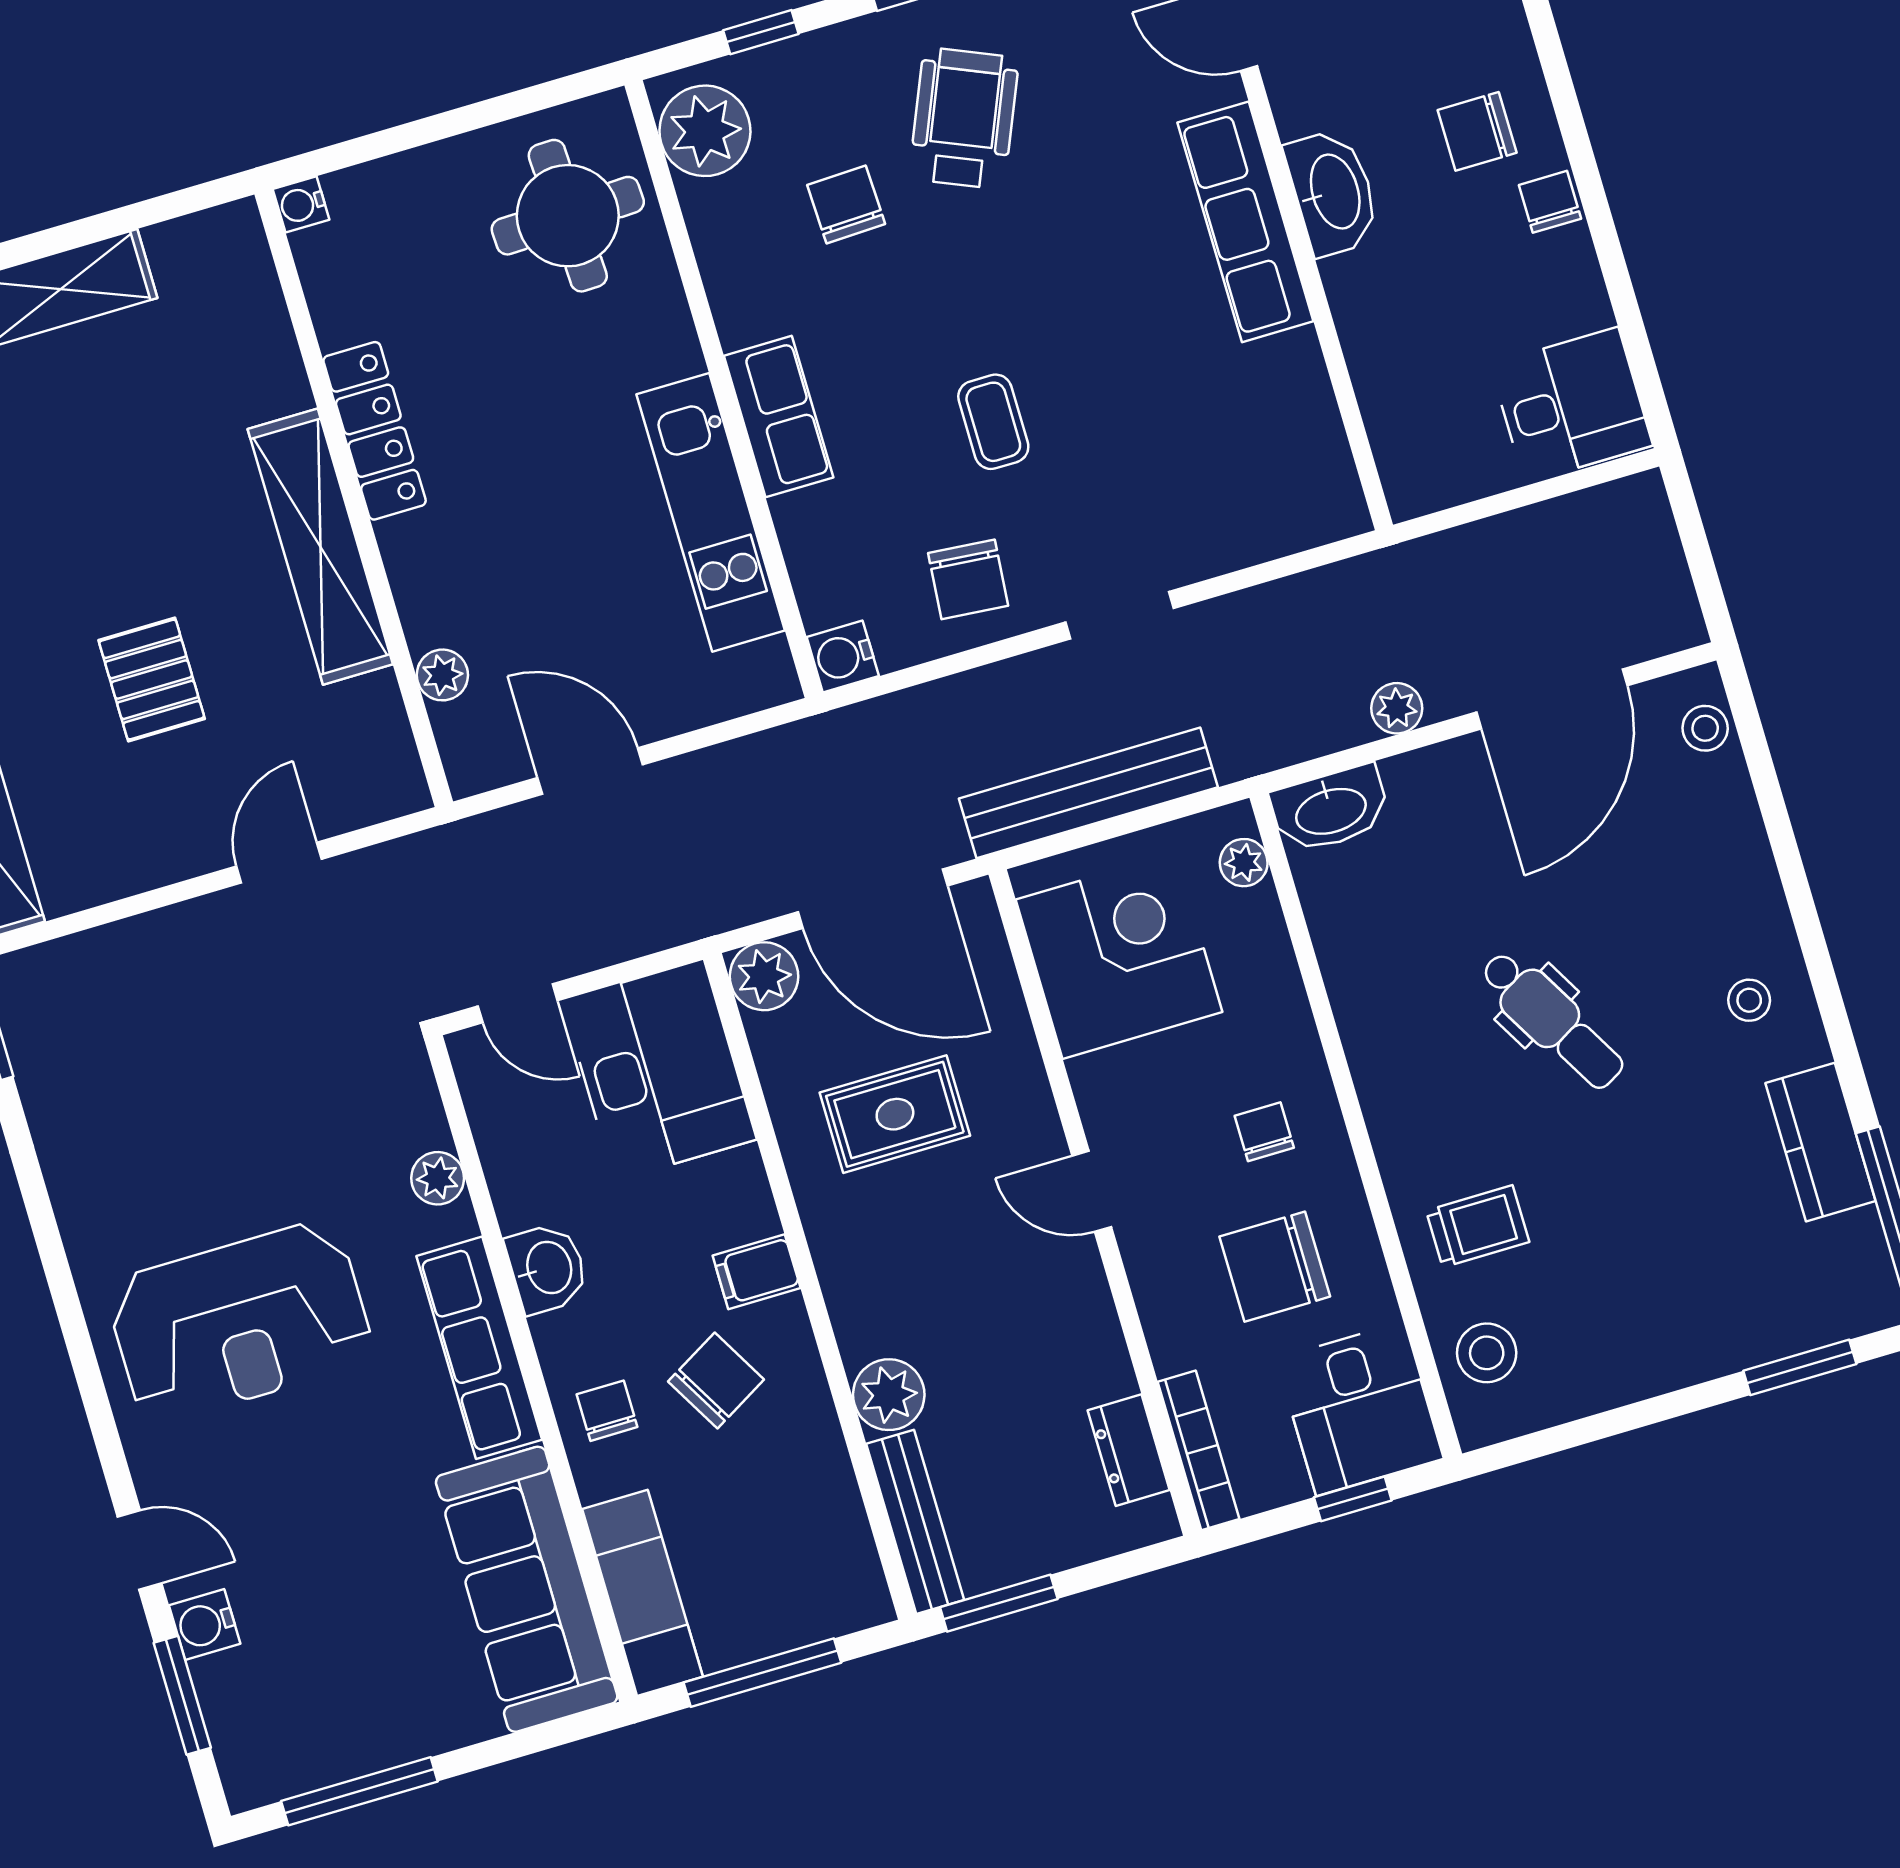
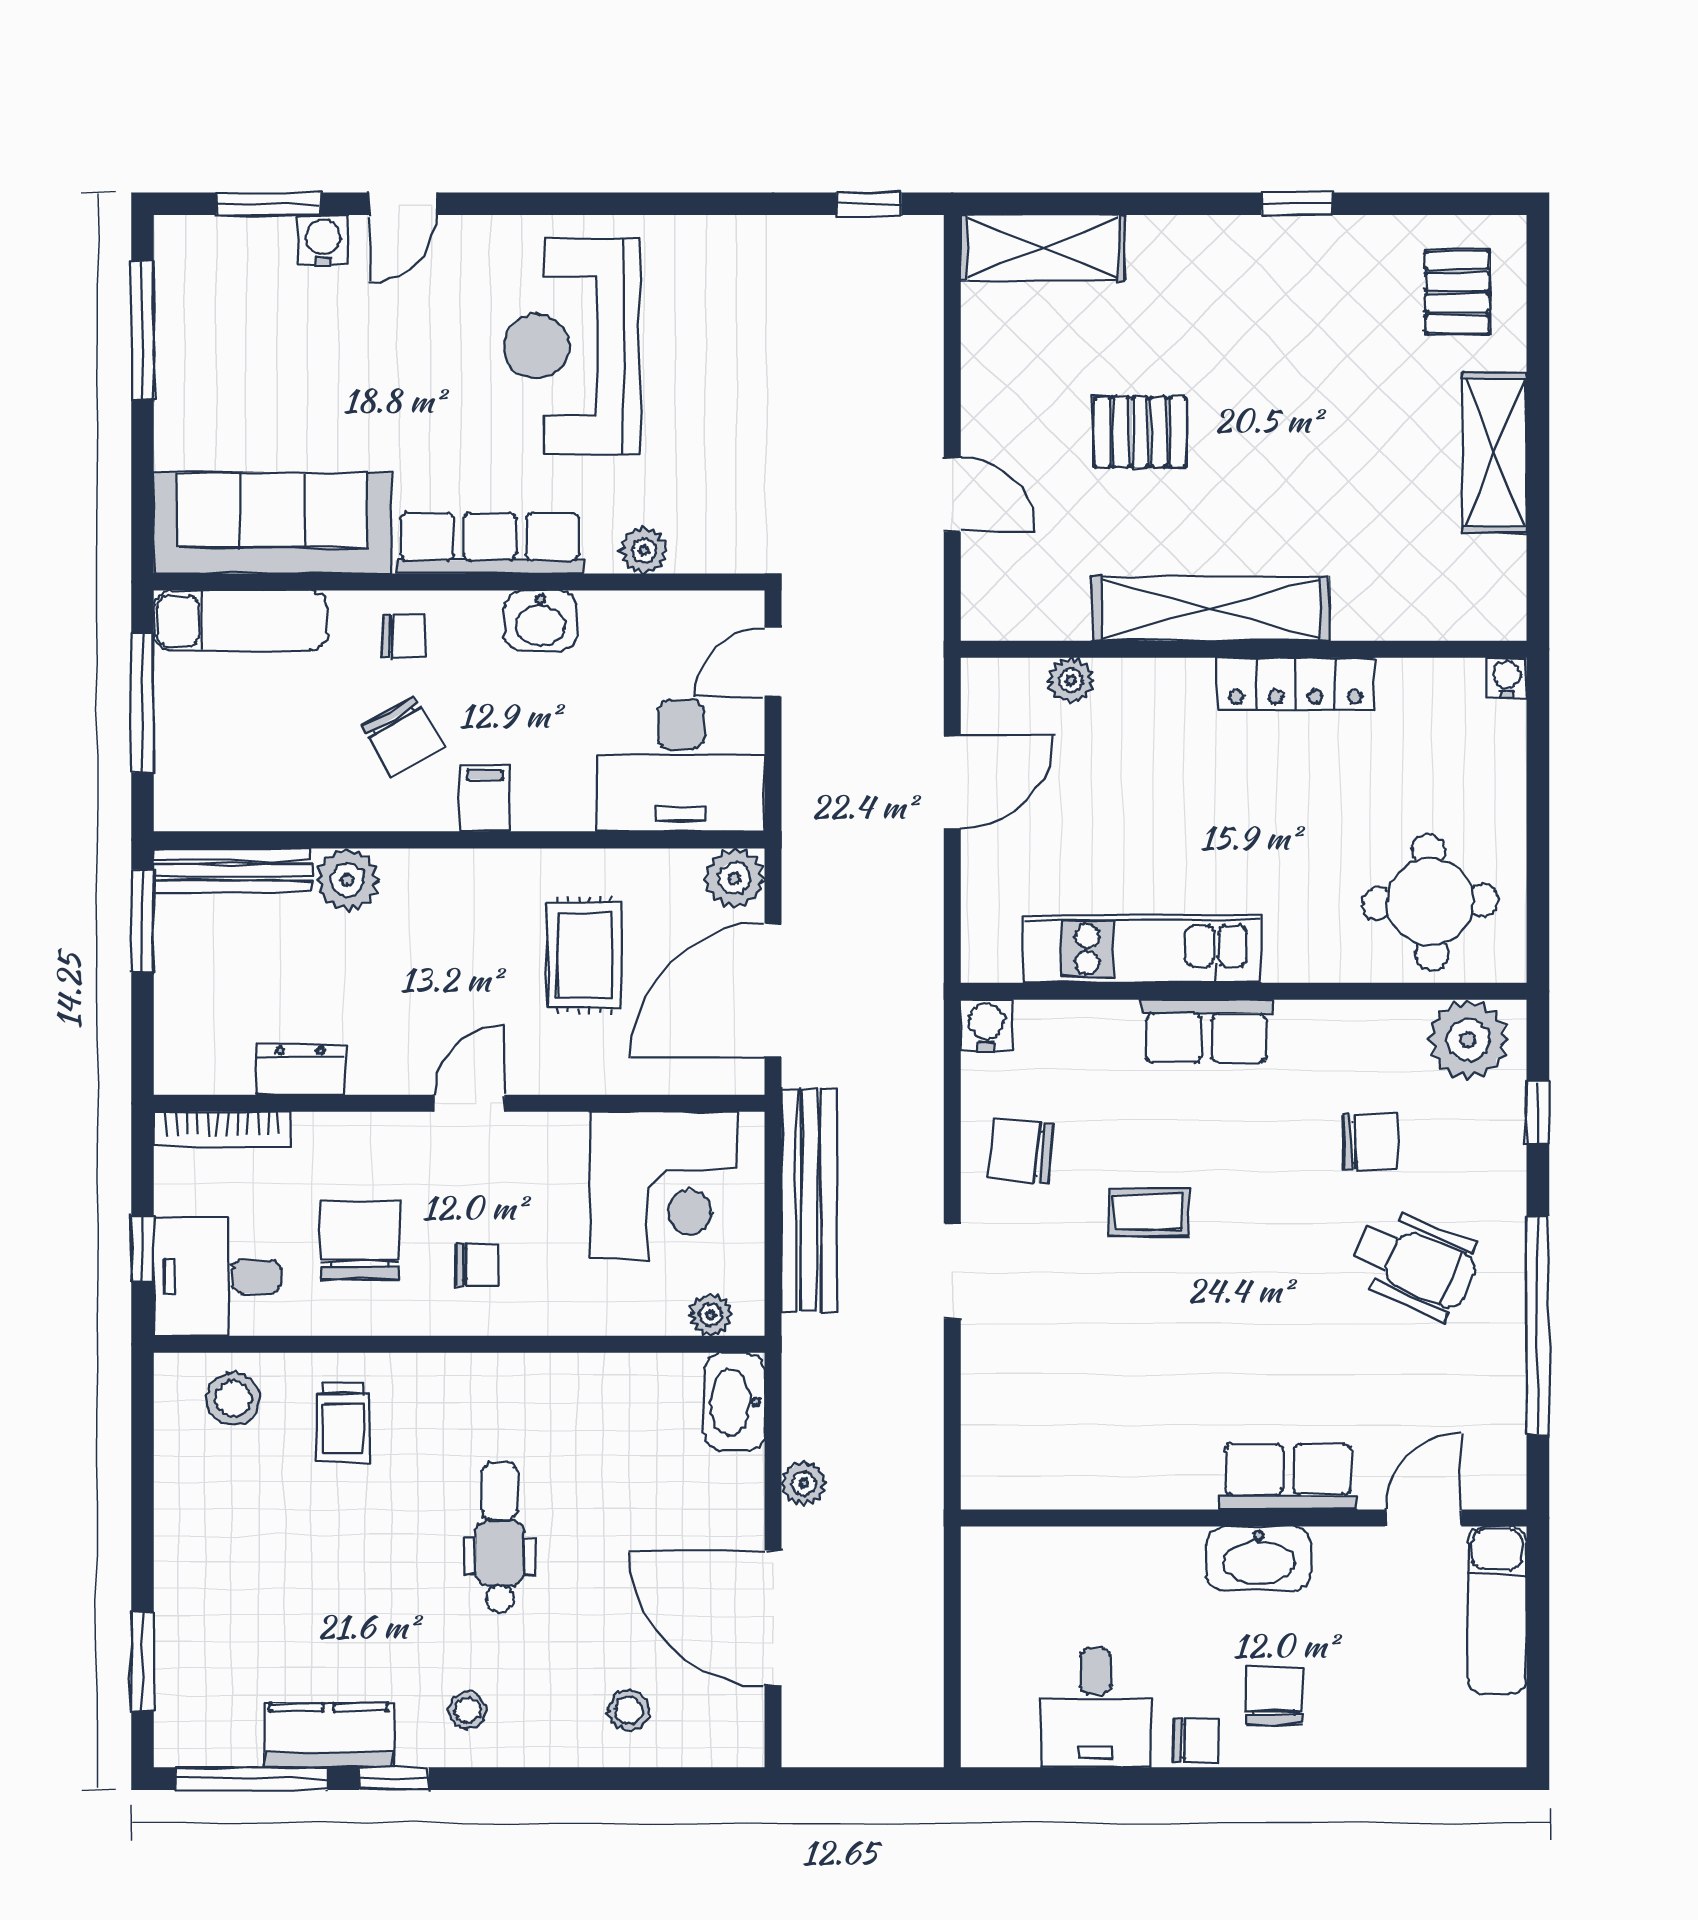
row of seats: (1245, 222) -> (1288, 1477), width x0.68
desk: (1571, 405) -> (1096, 1708), moved
stool: (1705, 728) -> (629, 1710), moved
dental chair: (1552, 1020) -> (500, 1538), turned 120
window: (1847, 1058) -> (394, 1779), added
dresser: (1129, 1450) -> (300, 1070), moved

